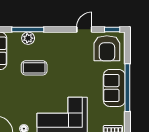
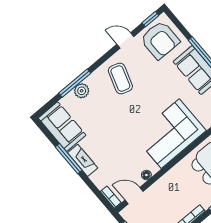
door: (84, 29) -> (125, 40), hinge flipped
coffee table: (34, 68) -> (120, 78), moved, turned -72

